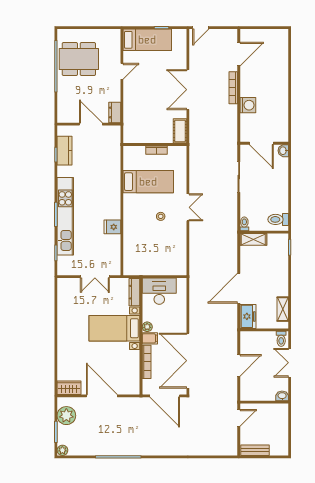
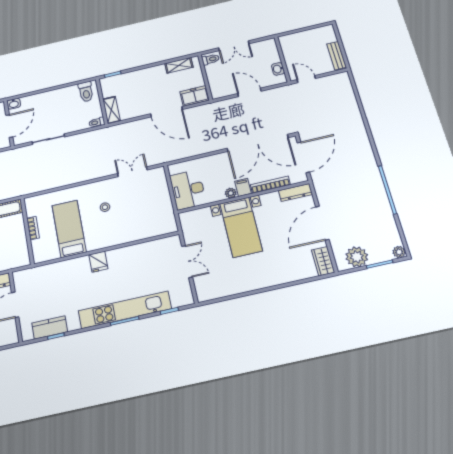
double door: (188, 207) -> (132, 172), moved
fridge: (112, 227) -> (98, 262), moved
dresser: (134, 292) -> (295, 192), moved
washbasin: (282, 396) -> (278, 69), moved

